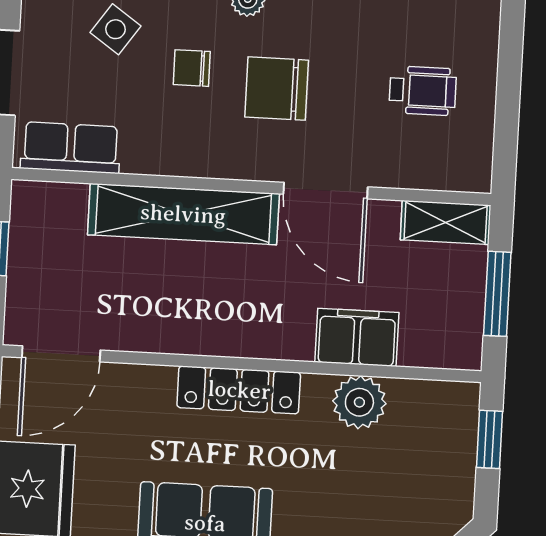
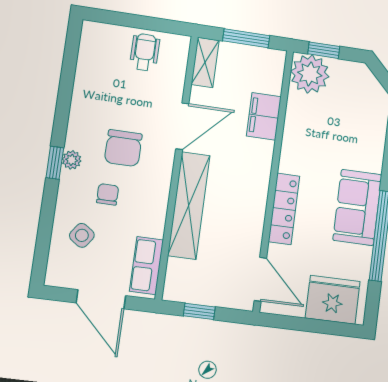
chair: (192, 68) -> (108, 194), turned 180
wheelchair: (423, 91) -> (145, 52), moved
locker: (239, 390) -> (284, 209), moved
plant: (359, 402) -> (310, 74), moved, width x1.36, depth x1.36

